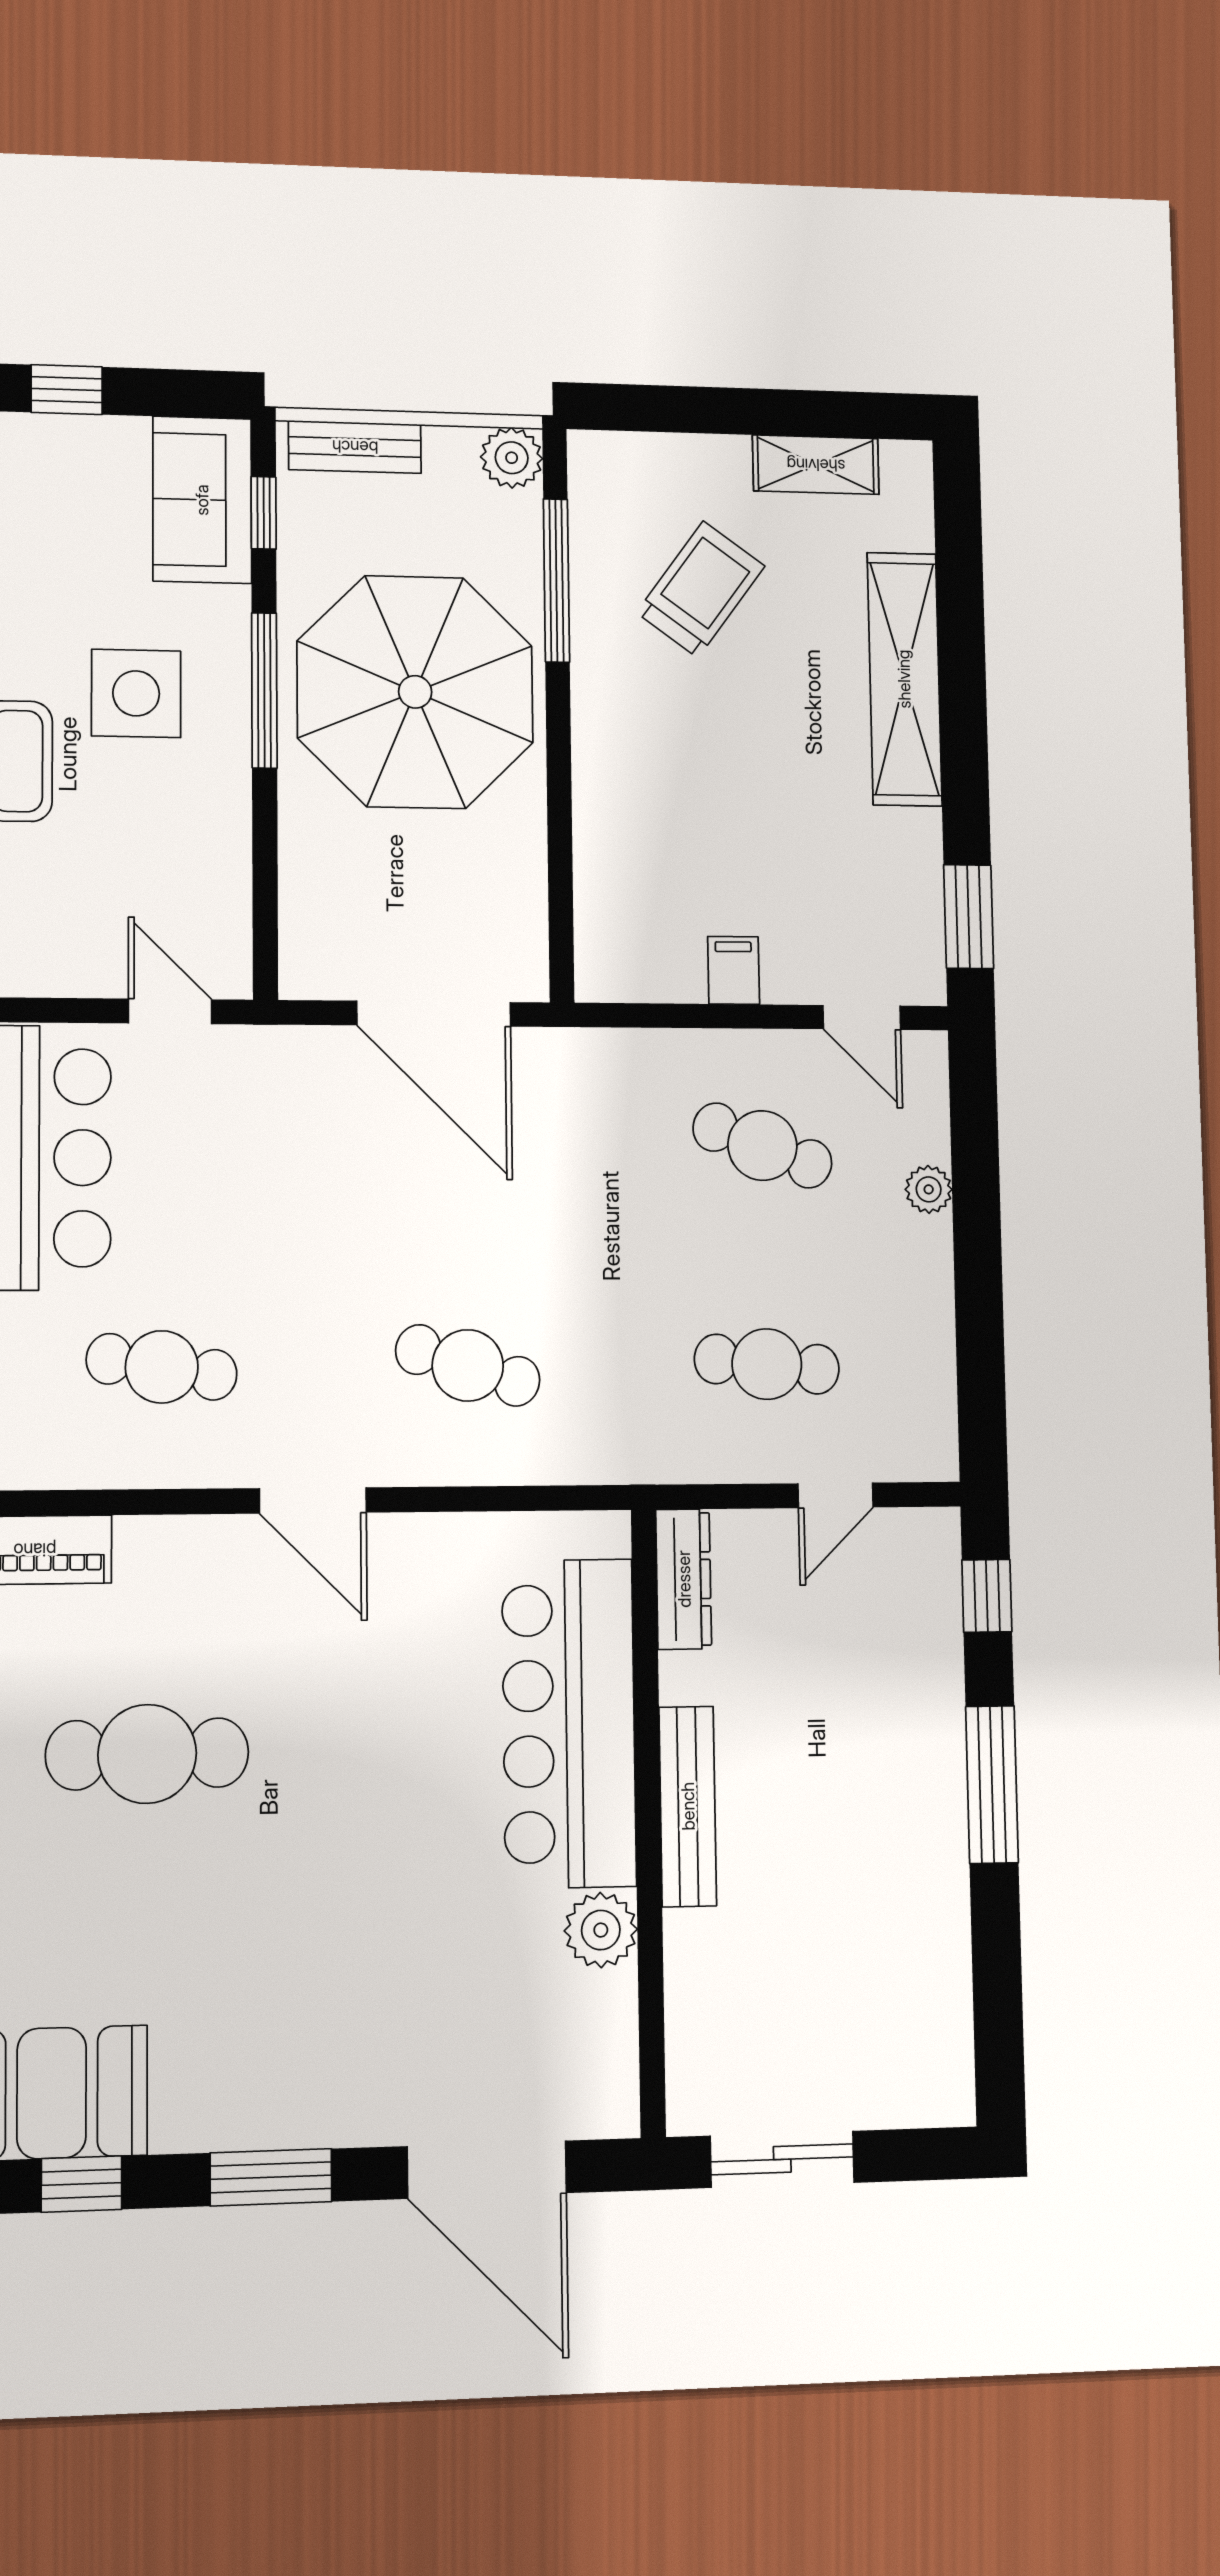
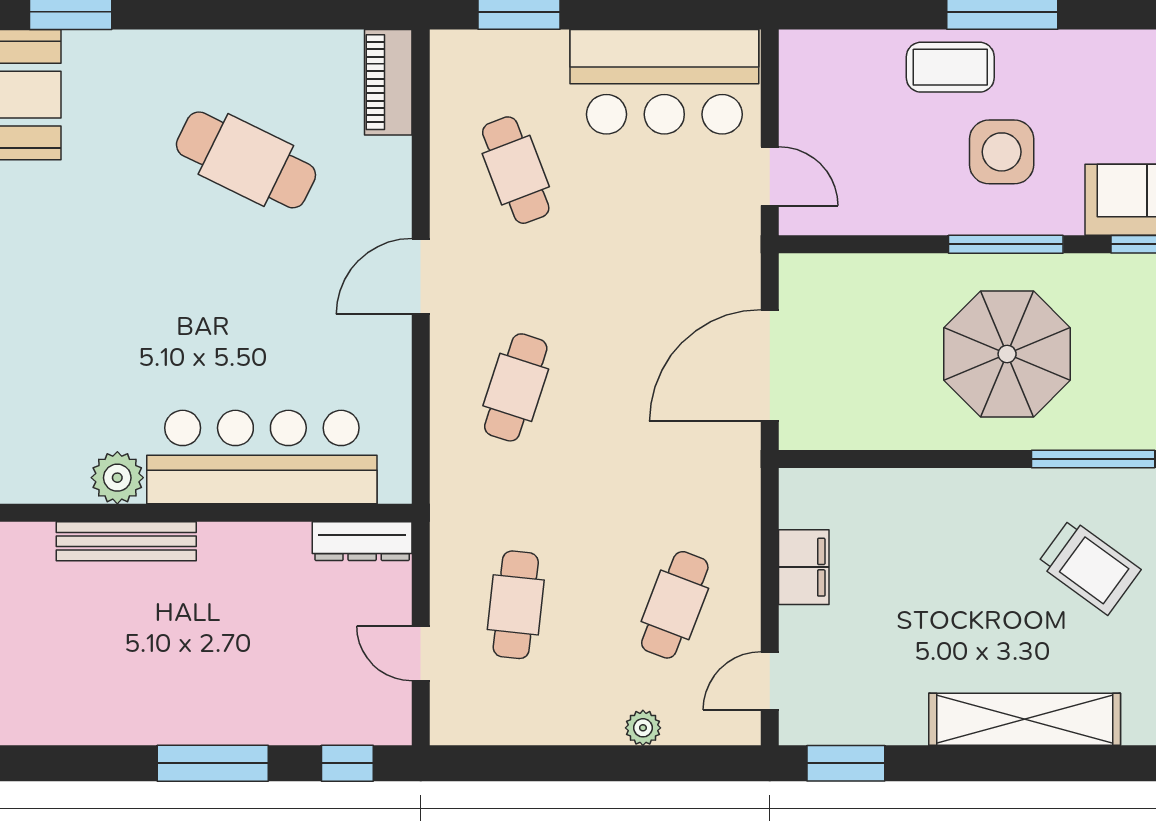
parasol: (415, 692) -> (1007, 354), width x0.73, depth x0.73
filing cabinet: (734, 970) -> (804, 567), width x2.00
door: (170, 1011) -> (770, 176), hinge flipped
cafe table: (162, 1367) -> (516, 170), turned -30
cafe table: (147, 1754) -> (246, 160), turned -64
bench: (688, 1806) -> (126, 541), moved

